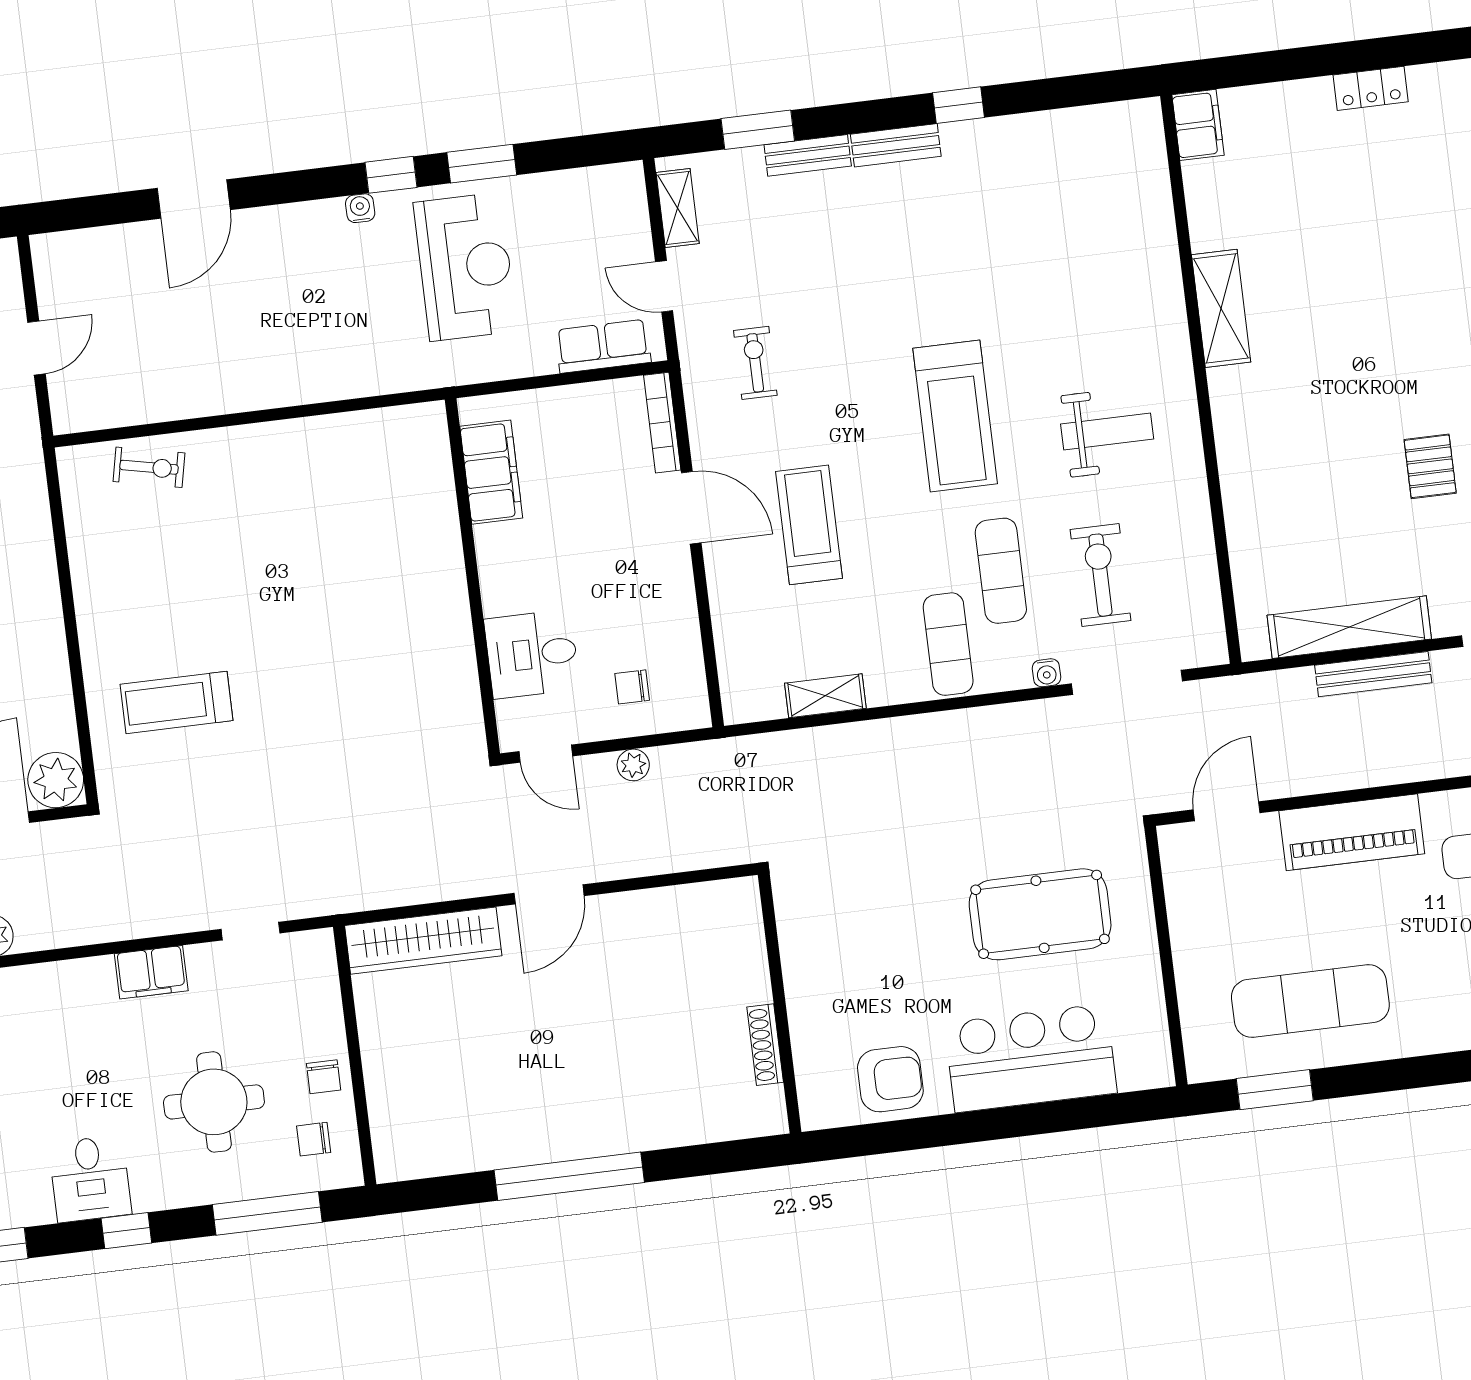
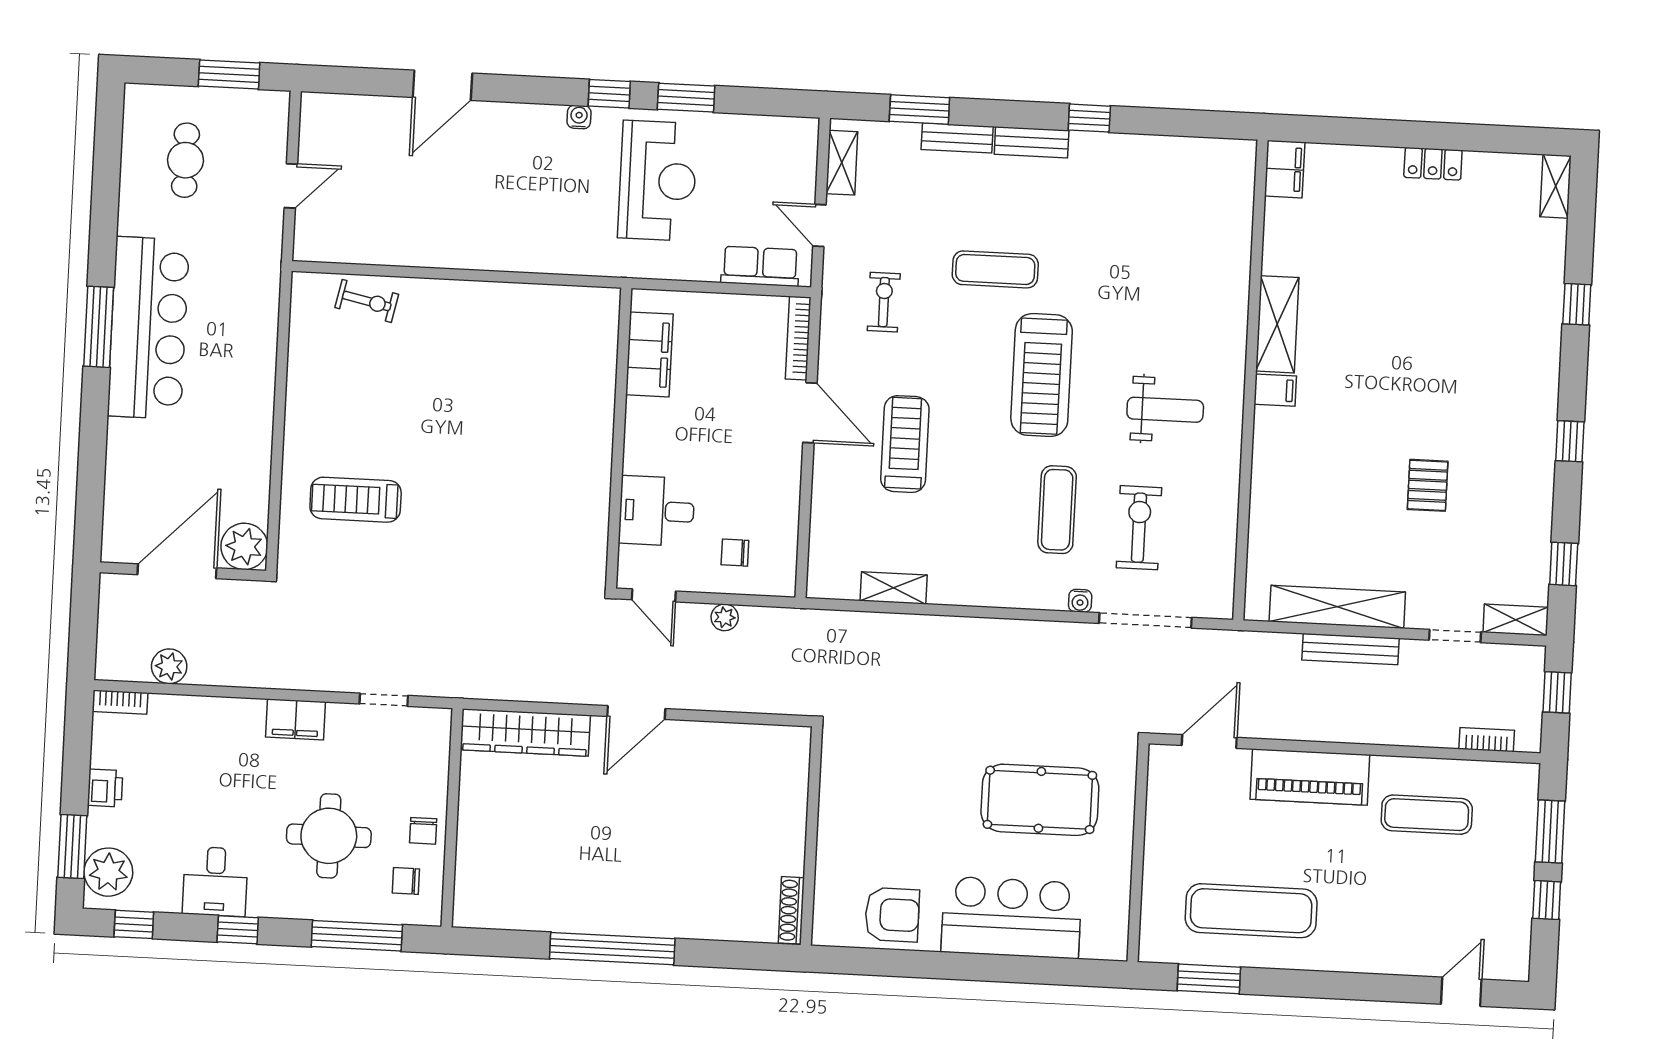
filing cabinet: (1232, 386) -> (1275, 390), added
exercise mat: (948, 644) -> (995, 269), moved, turned 90
shoe rack: (765, 1045) -> (791, 910), moved

